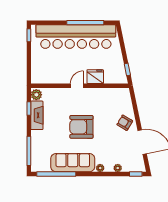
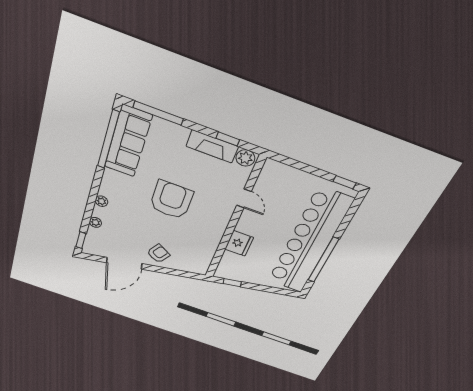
door: (77, 86) -> (244, 198), moved
sofa: (73, 163) -> (128, 141), moved

